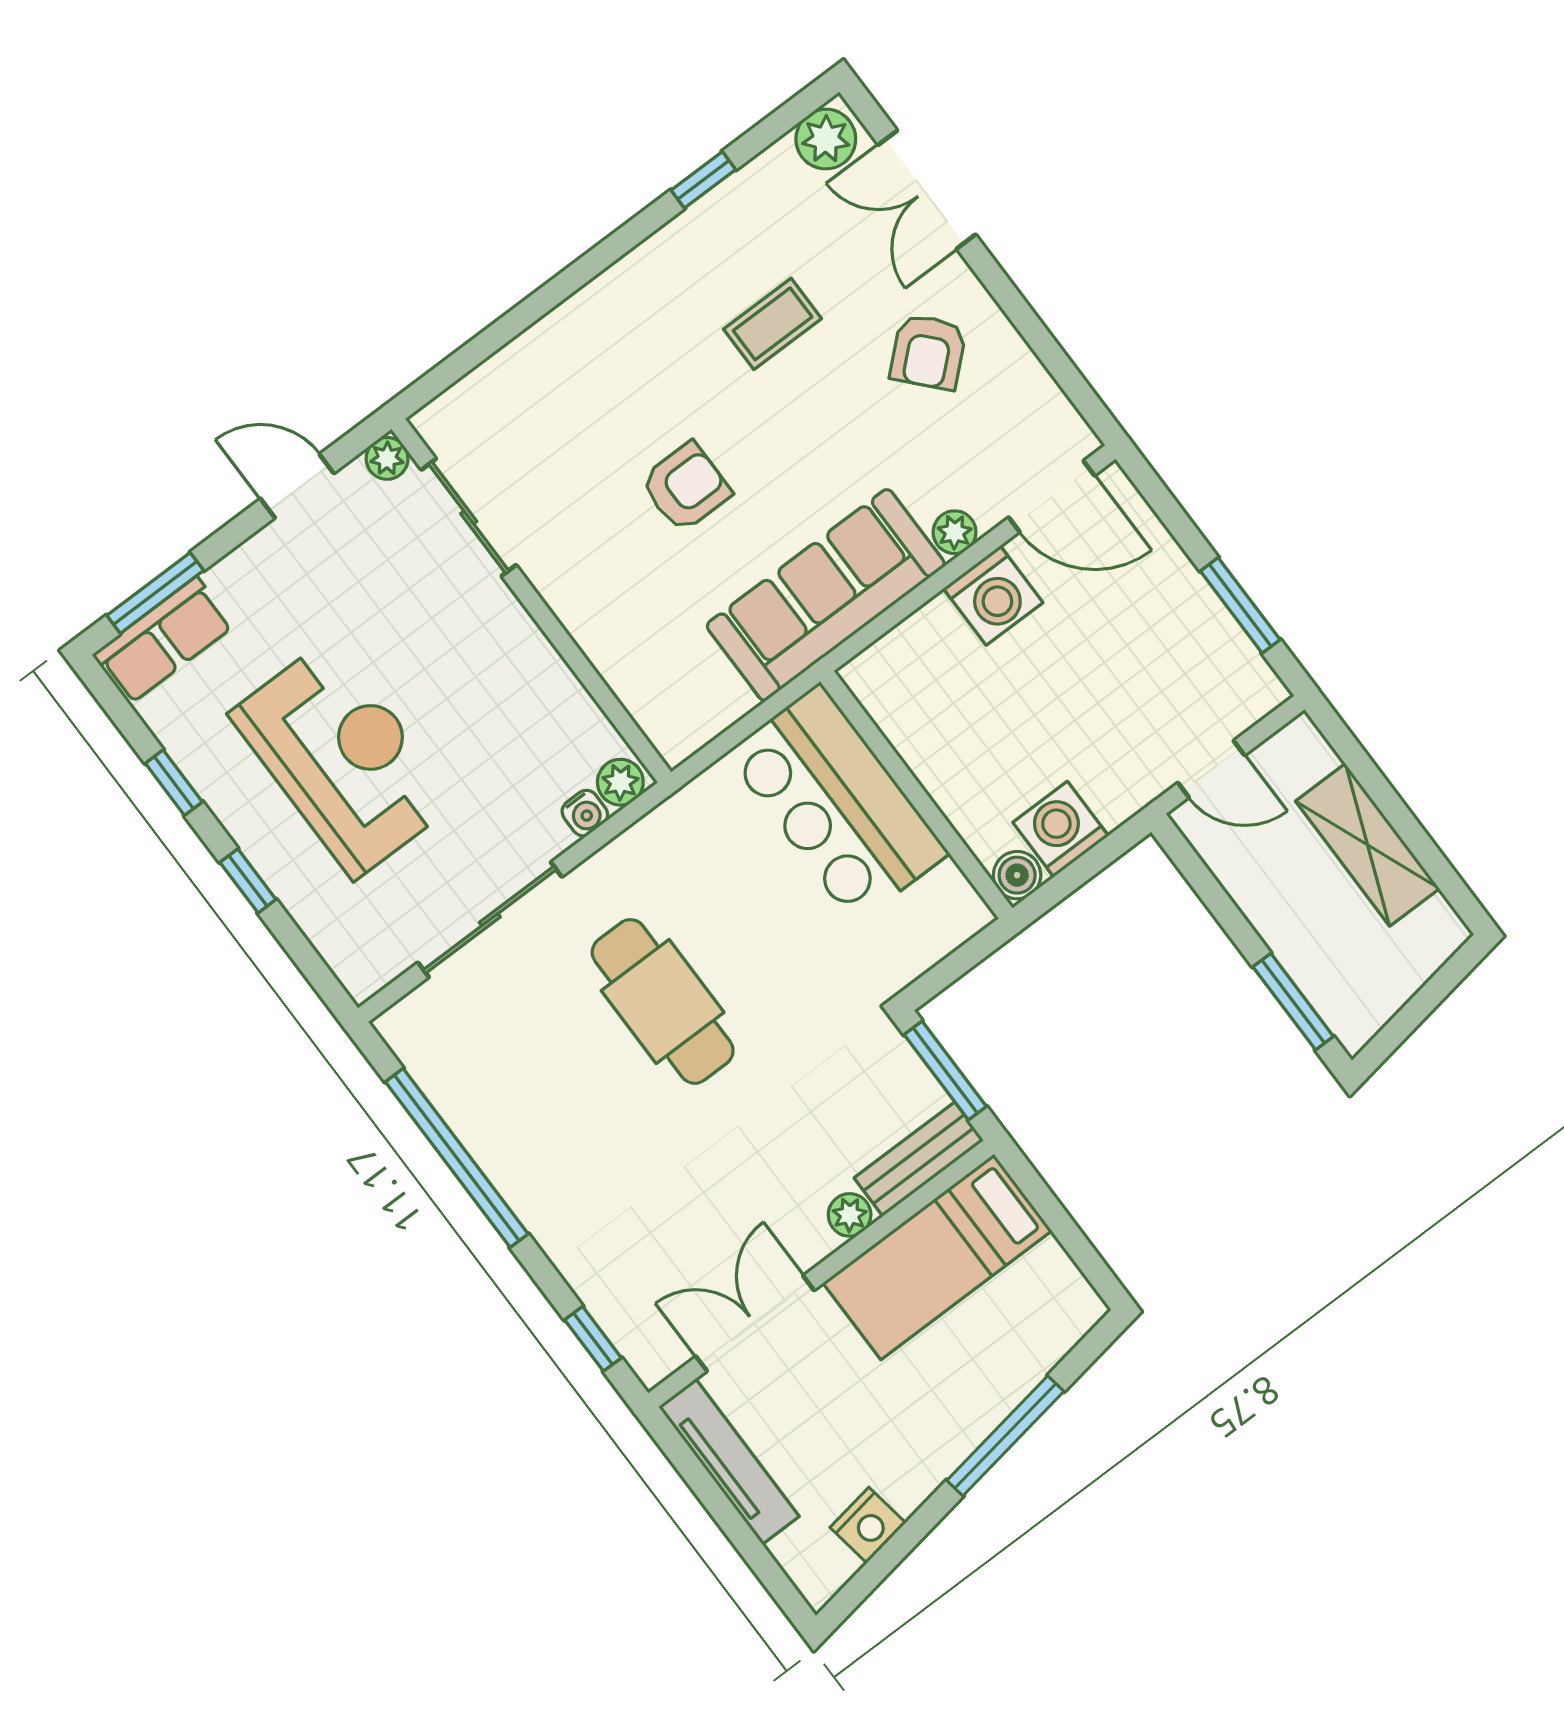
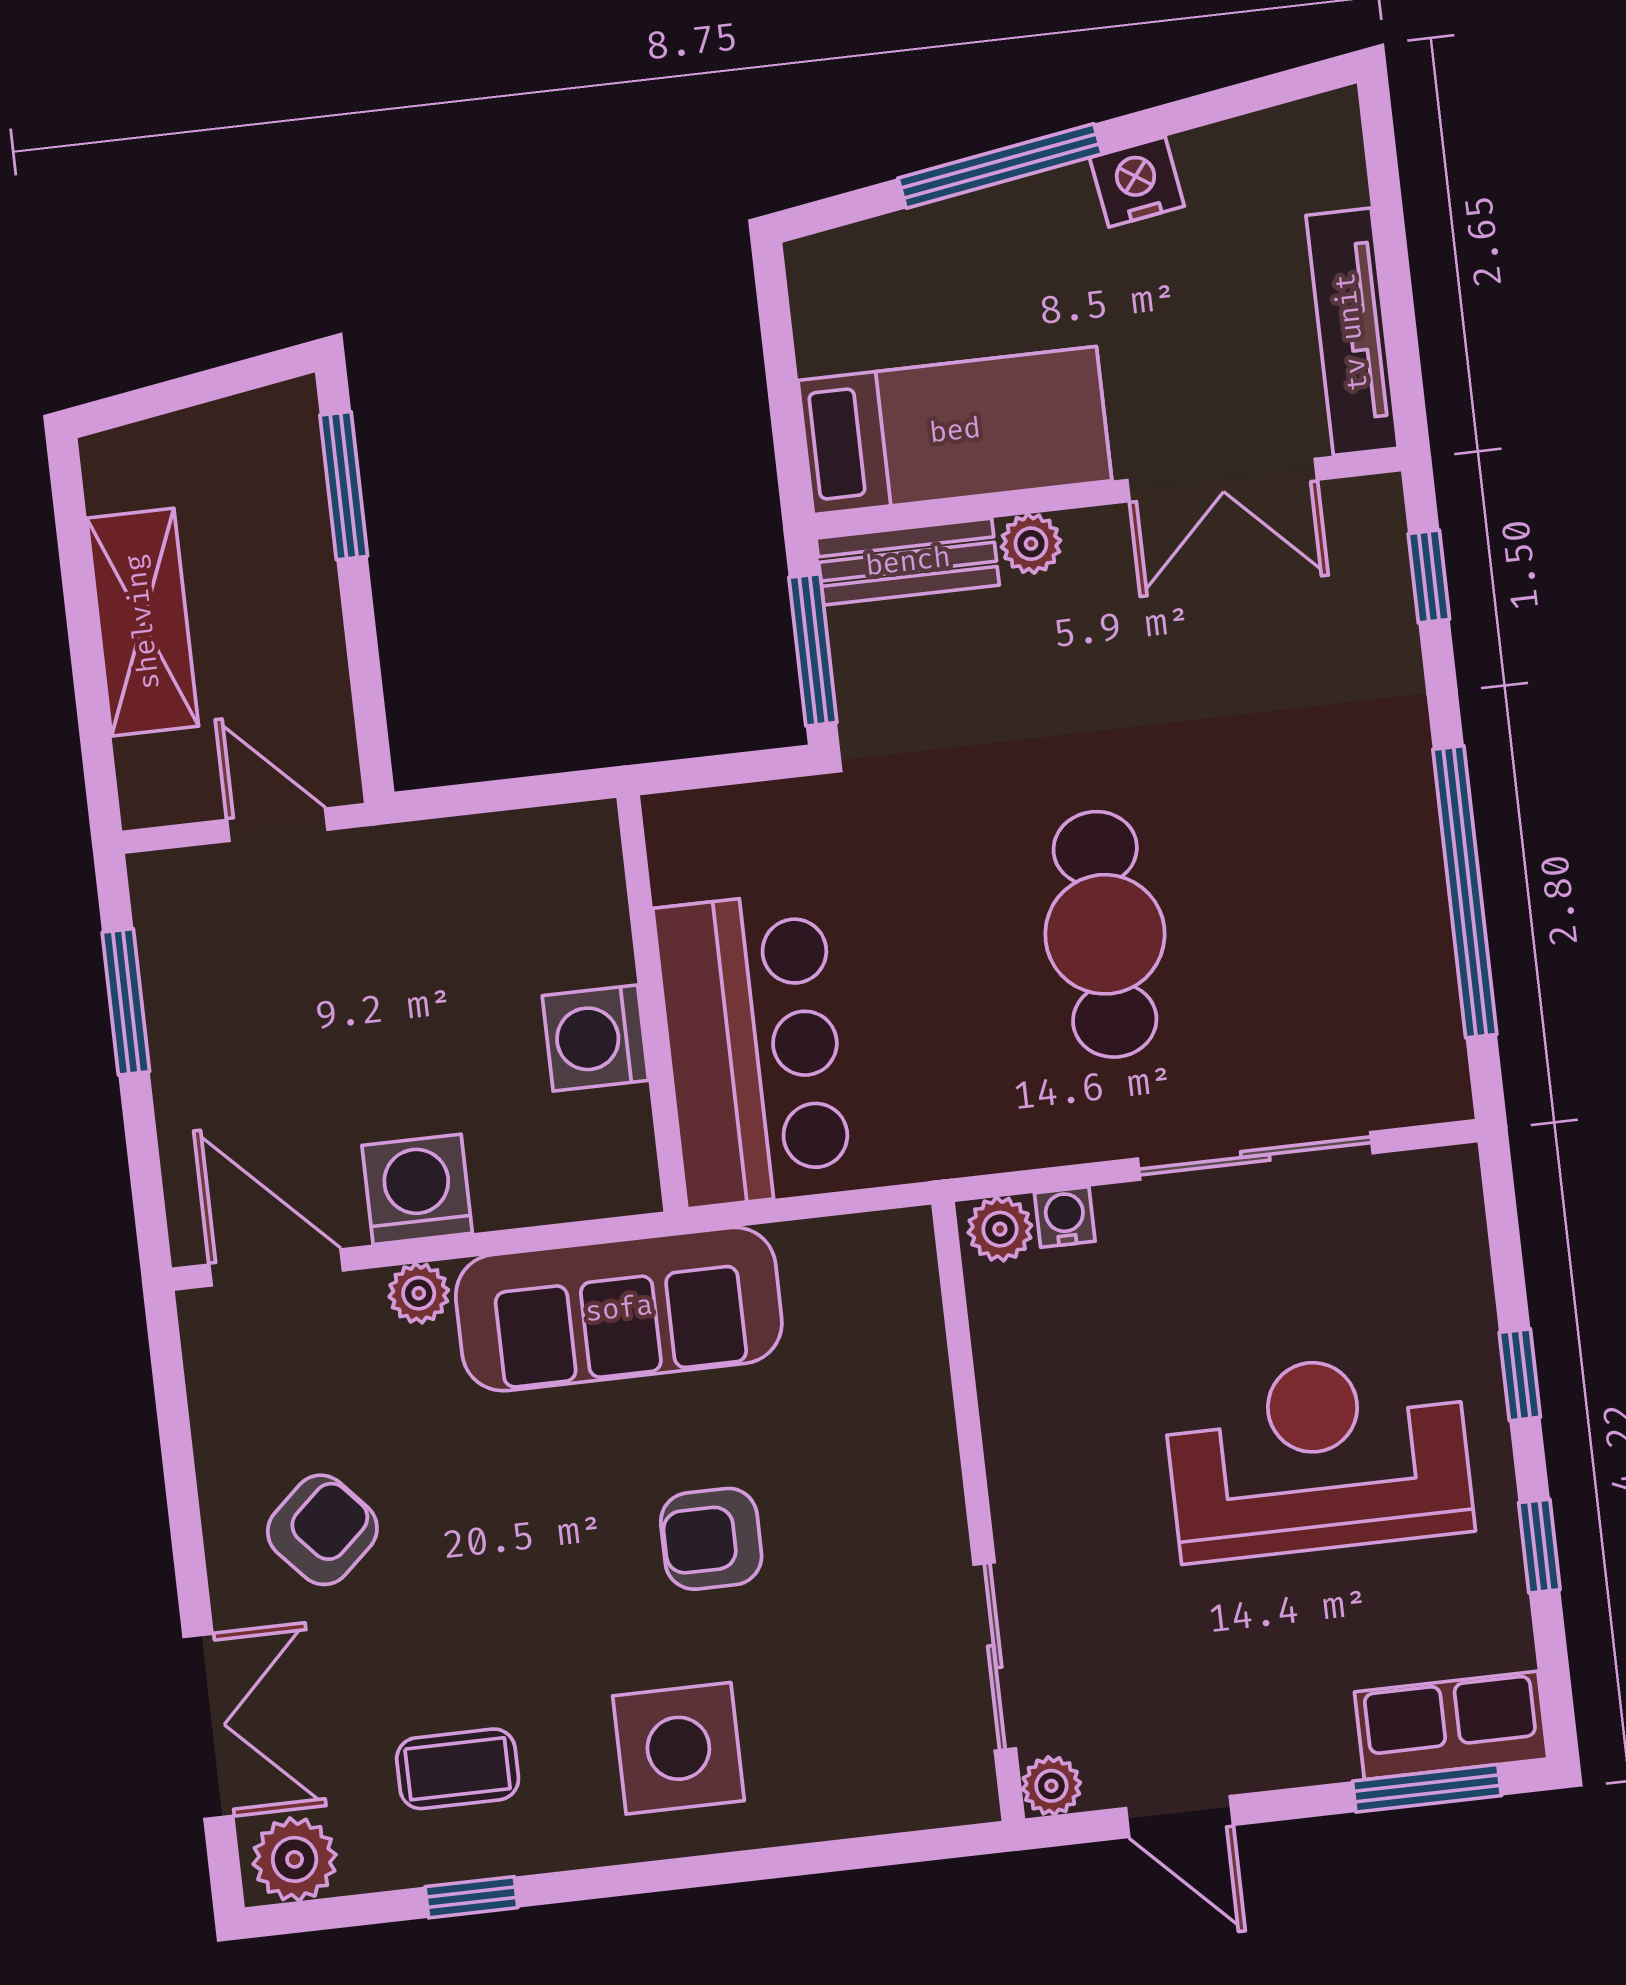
coffee table: (773, 324) -> (458, 1769), moved
side table: (630, 346) -> (678, 1748), added
reception desk: (343, 758) -> (1318, 1455), turned 90
washing machine: (1061, 829) -> (595, 1038), moved, turned 90
boiler: (1017, 875) -> (587, 835), removed
nightstand: (868, 1525) -> (1137, 182), moved

